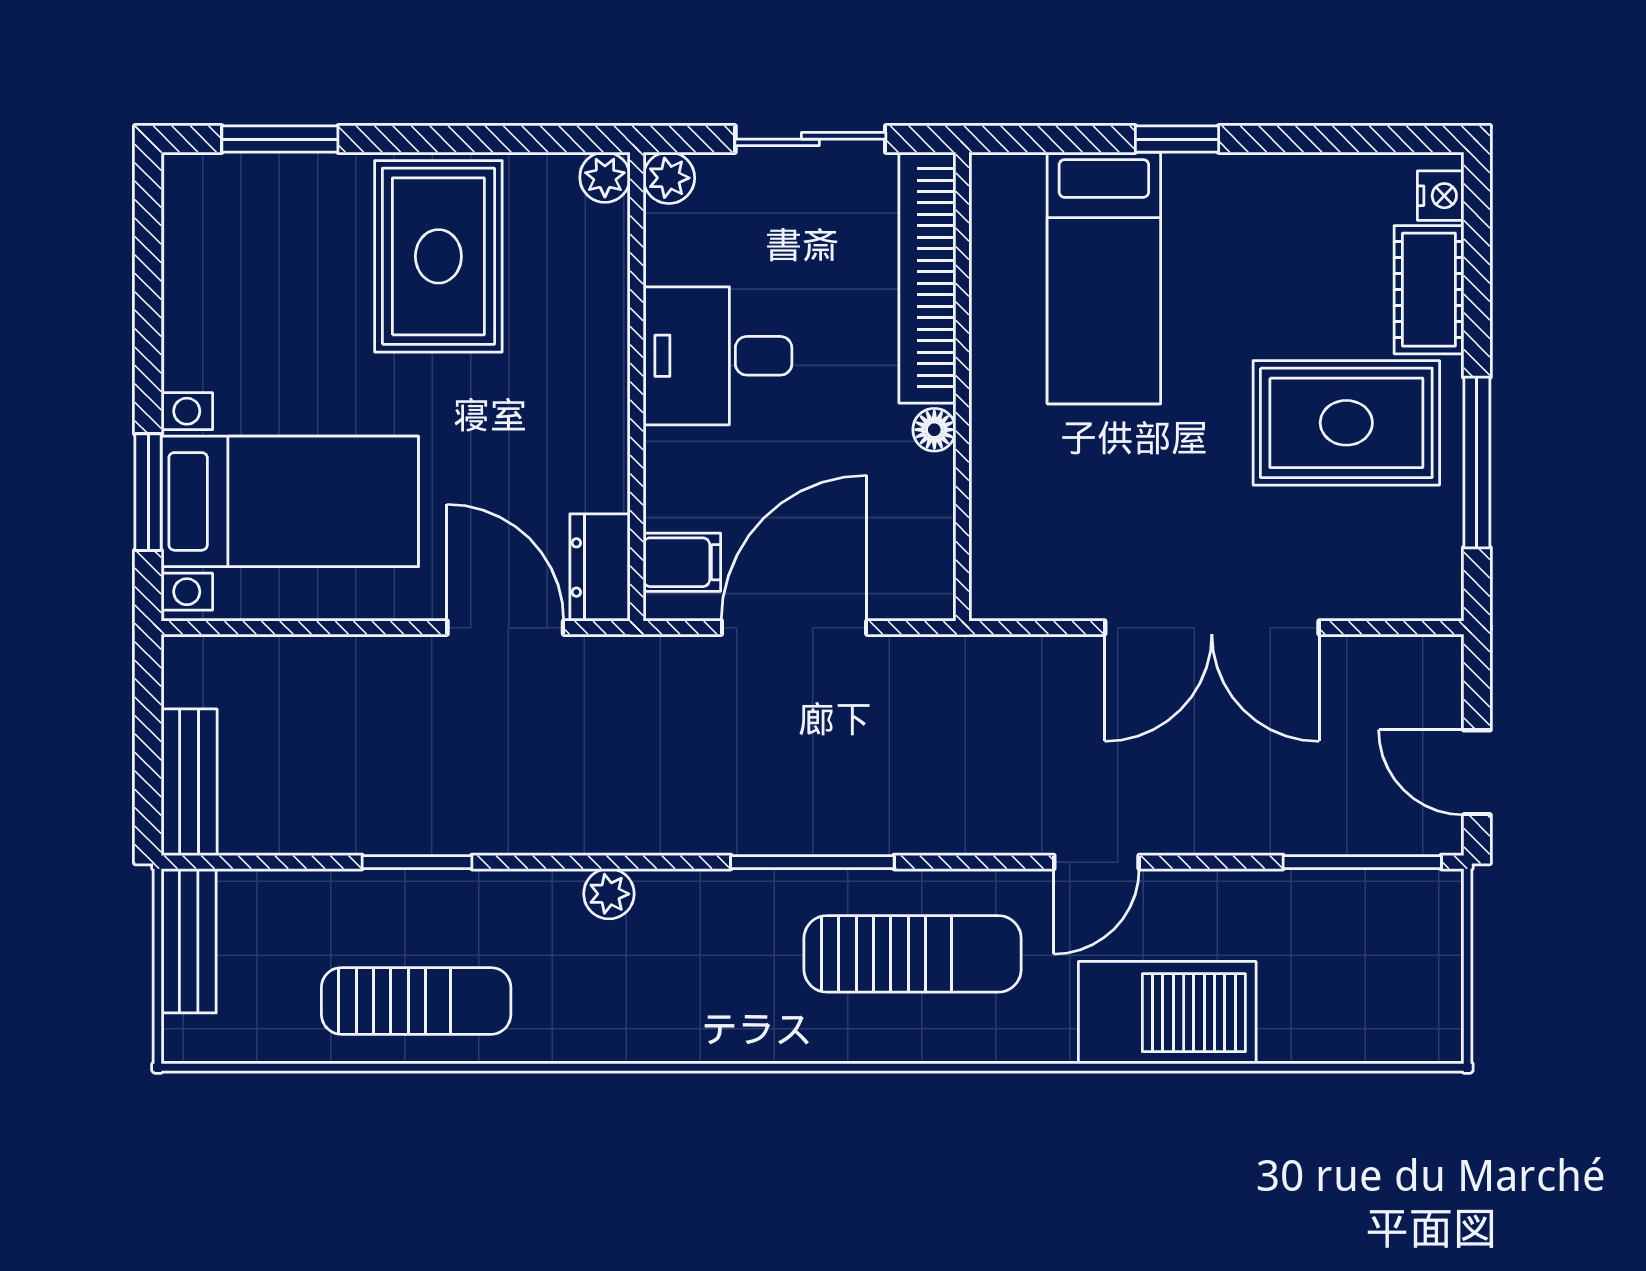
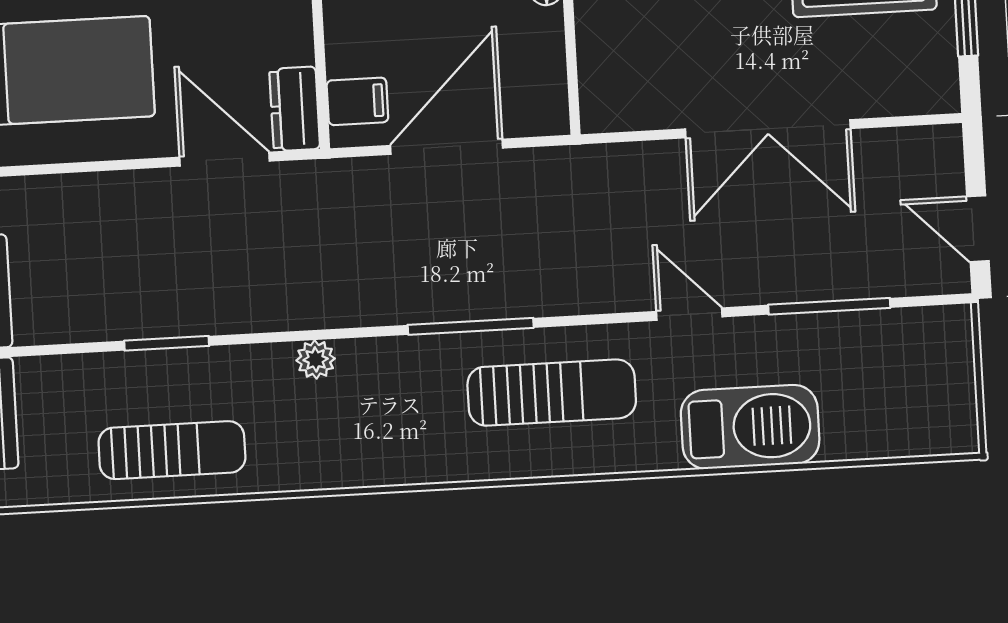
door: (1096, 862) -> (689, 314), swing flipped
window: (1362, 862) -> (829, 306), moved

